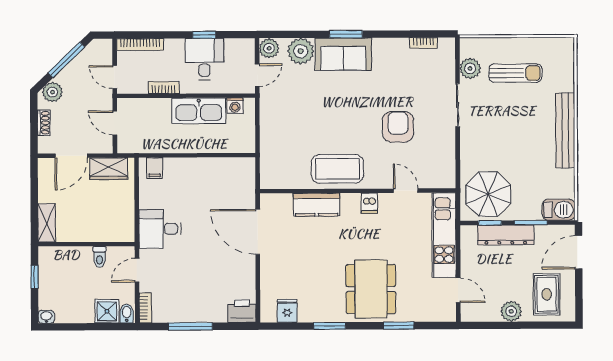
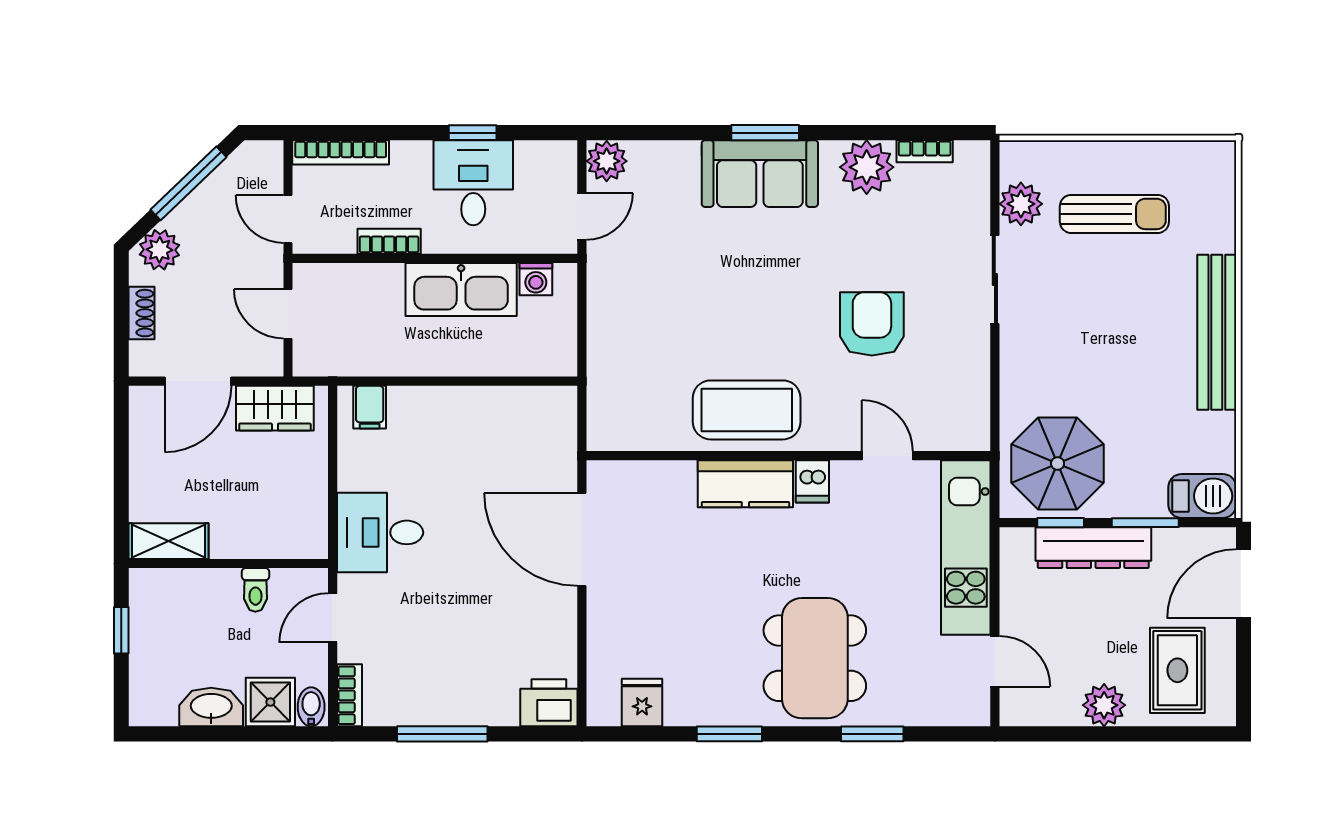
plant: (301, 51) -> (867, 167), moved
kitchen counter: (317, 205) -> (745, 484), moved
shelving: (47, 223) -> (169, 541), moved, turned 90
washbasin: (46, 317) -> (211, 707), moved, width x1.91, depth x1.45

